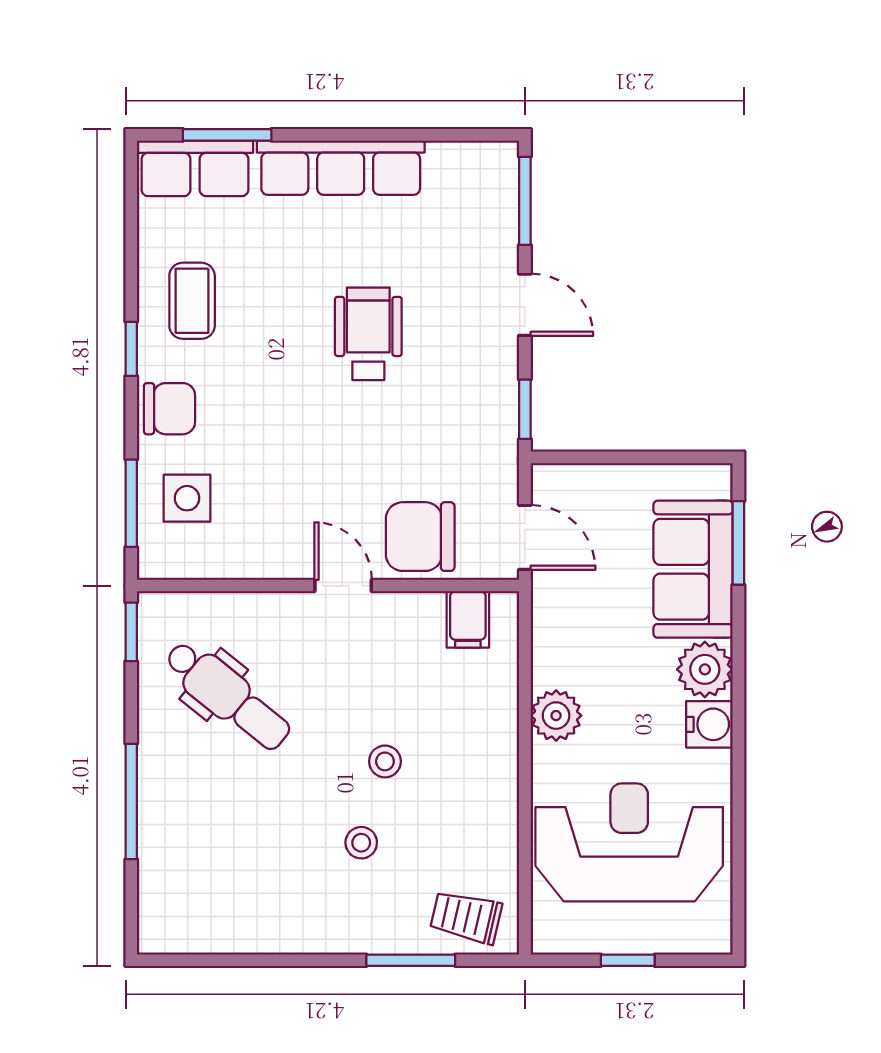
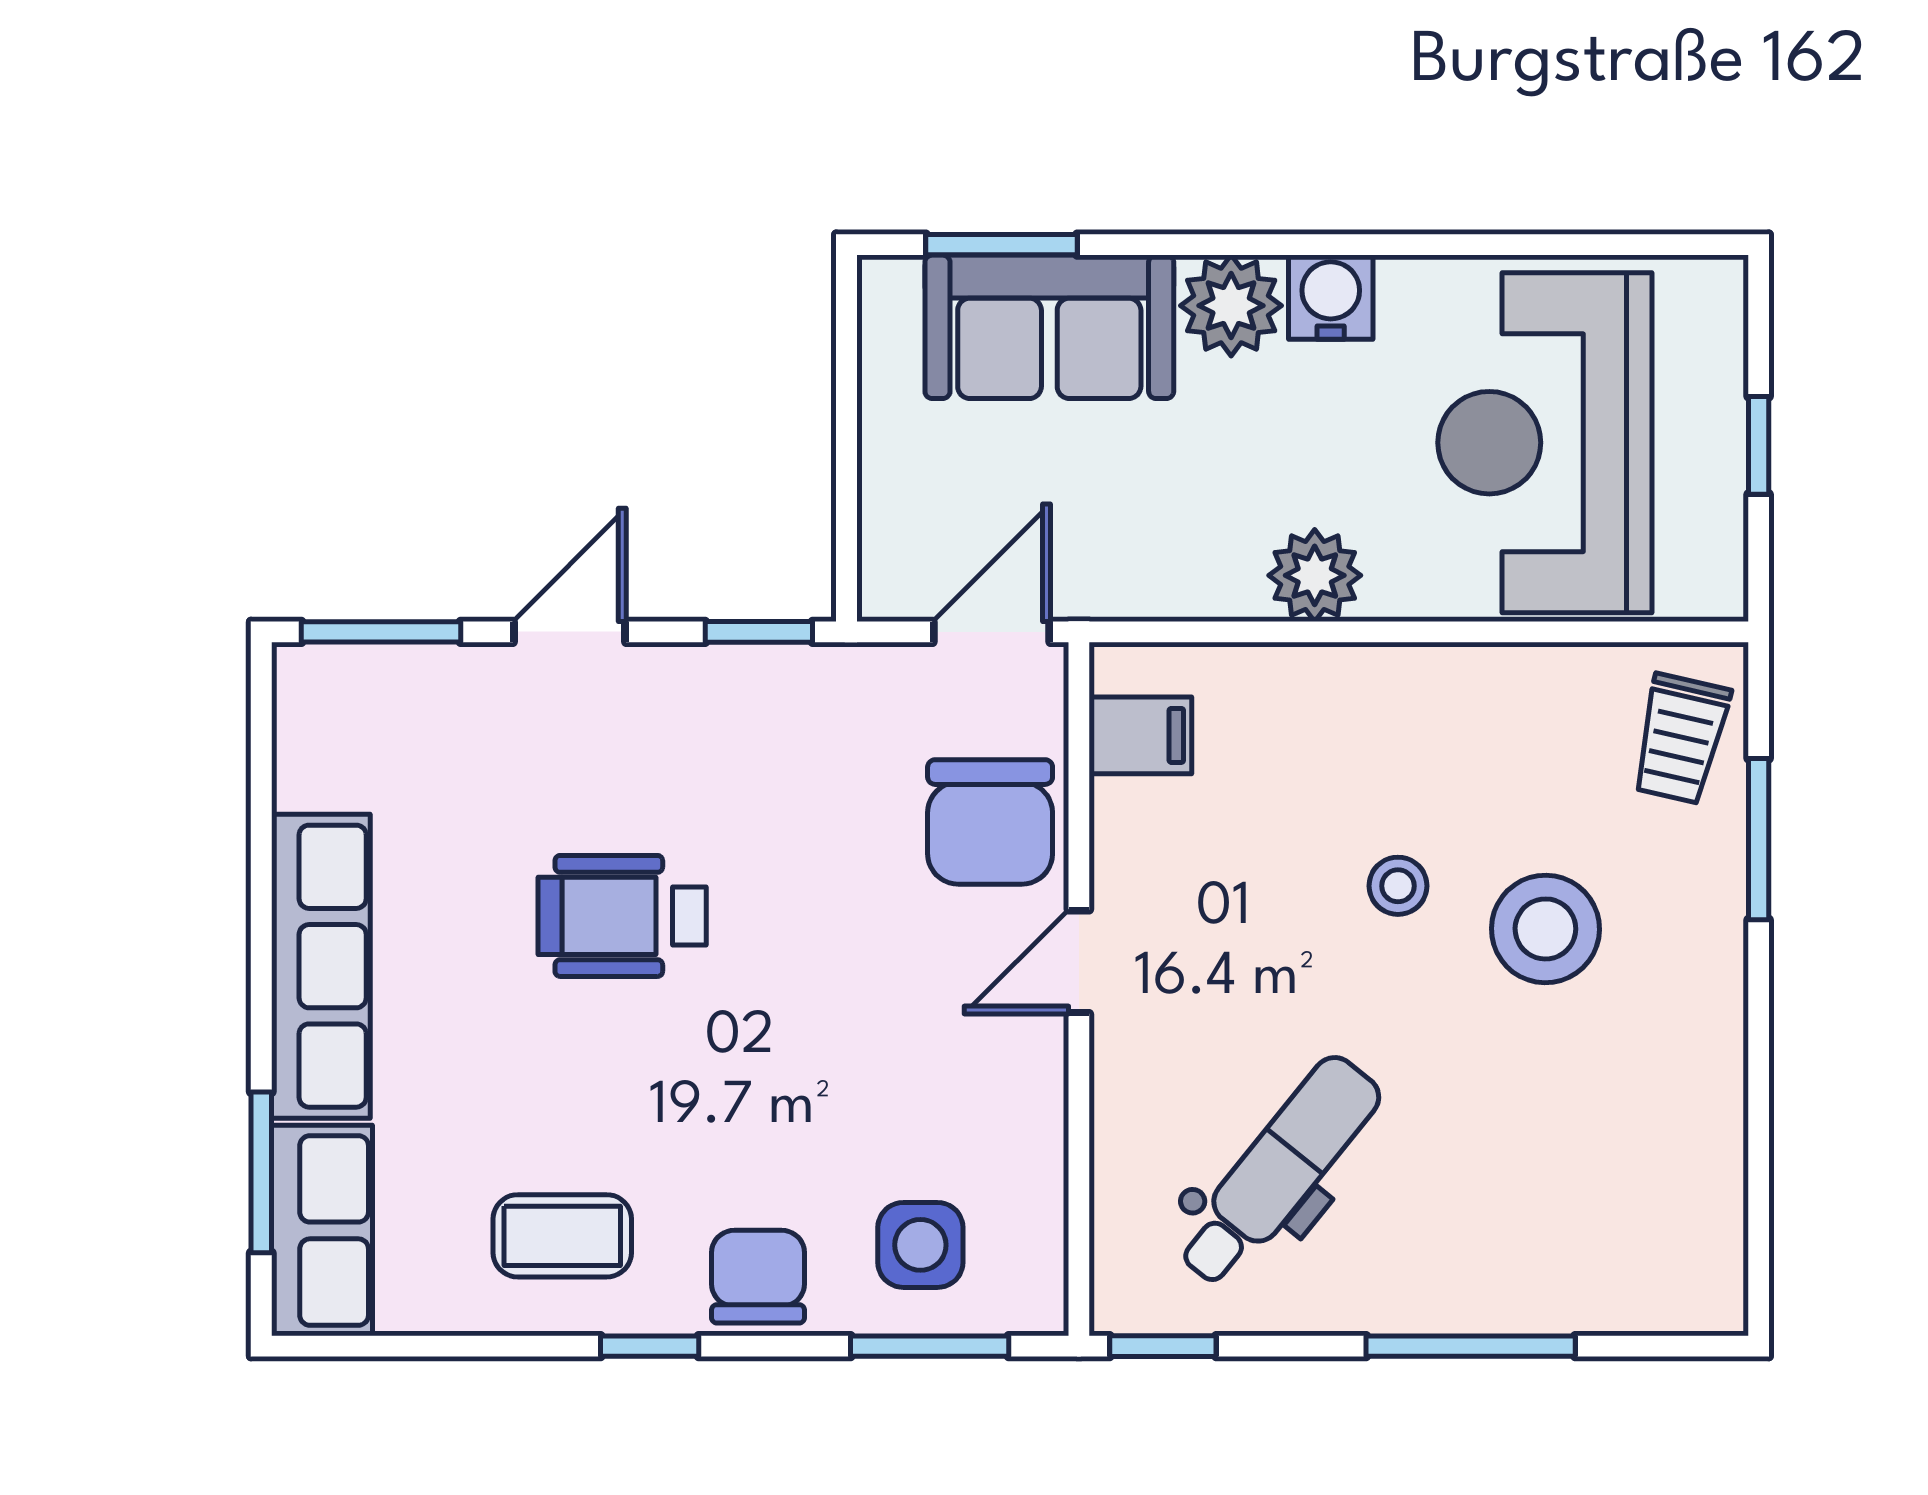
stool: (361, 843) -> (1545, 929), width x1.89, depth x1.89

